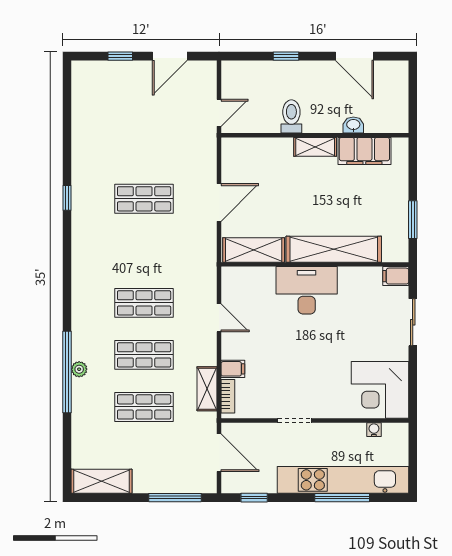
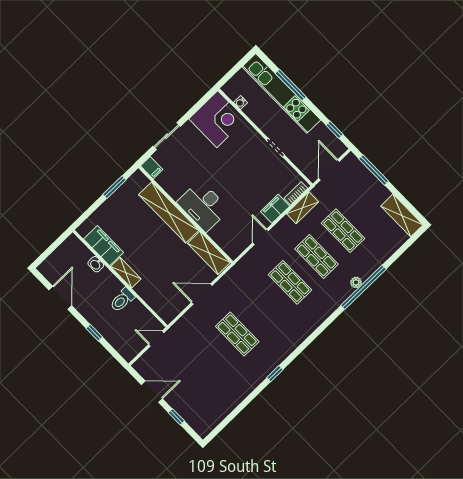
filing cabinet: (233, 369) -> (275, 209), width x2.00

